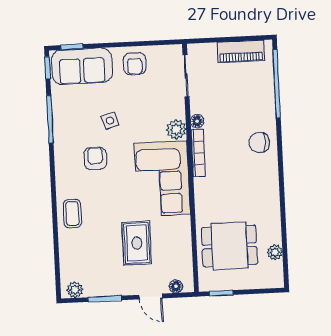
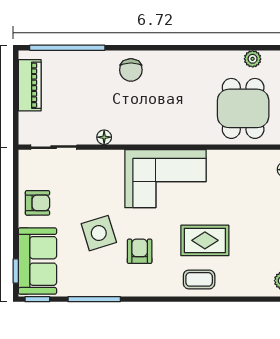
side table: (110, 121) -> (99, 233), width x1.87, depth x1.87
plant: (176, 129) -> (112, 161), removed
bookcase: (198, 153) -> (139, 138), removed
armchair: (95, 158) -> (140, 251), turned 90
rug: (137, 243) -> (205, 240), moved

